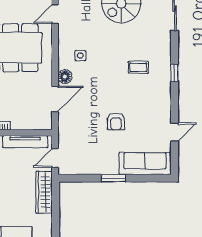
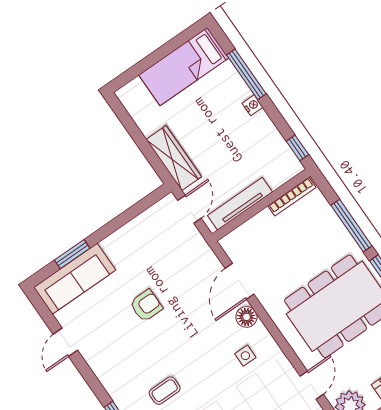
armchair: (116, 121) -> (146, 306), turned 90
window: (113, 178) -> (72, 254), moved

